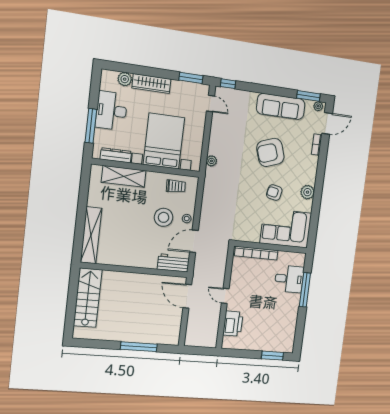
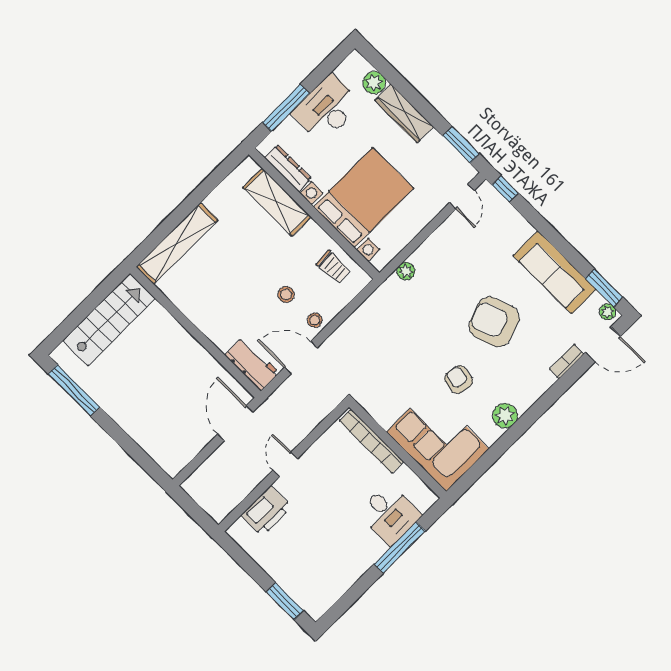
stool: (164, 217) -> (286, 294), width x0.53, depth x0.53
window: (139, 347) -> (74, 390), moved

